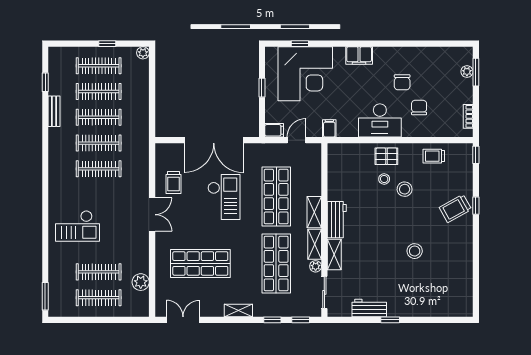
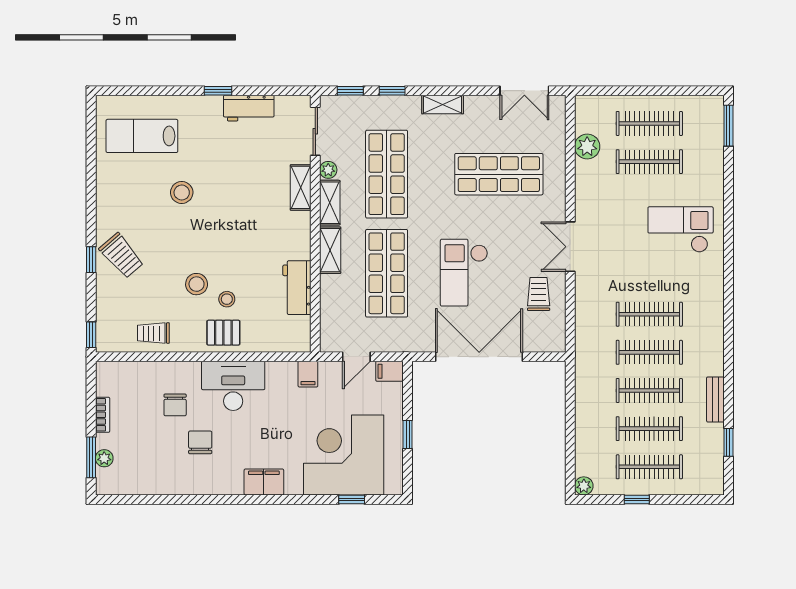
bookcase: (468, 116) -> (103, 415), moved
trolley: (434, 156) -> (153, 333), turned 180
trolley: (455, 208) -> (121, 256), turned 78
workbench: (337, 220) -> (297, 288), moved
lab bench: (441, 289) -> (142, 136), added

